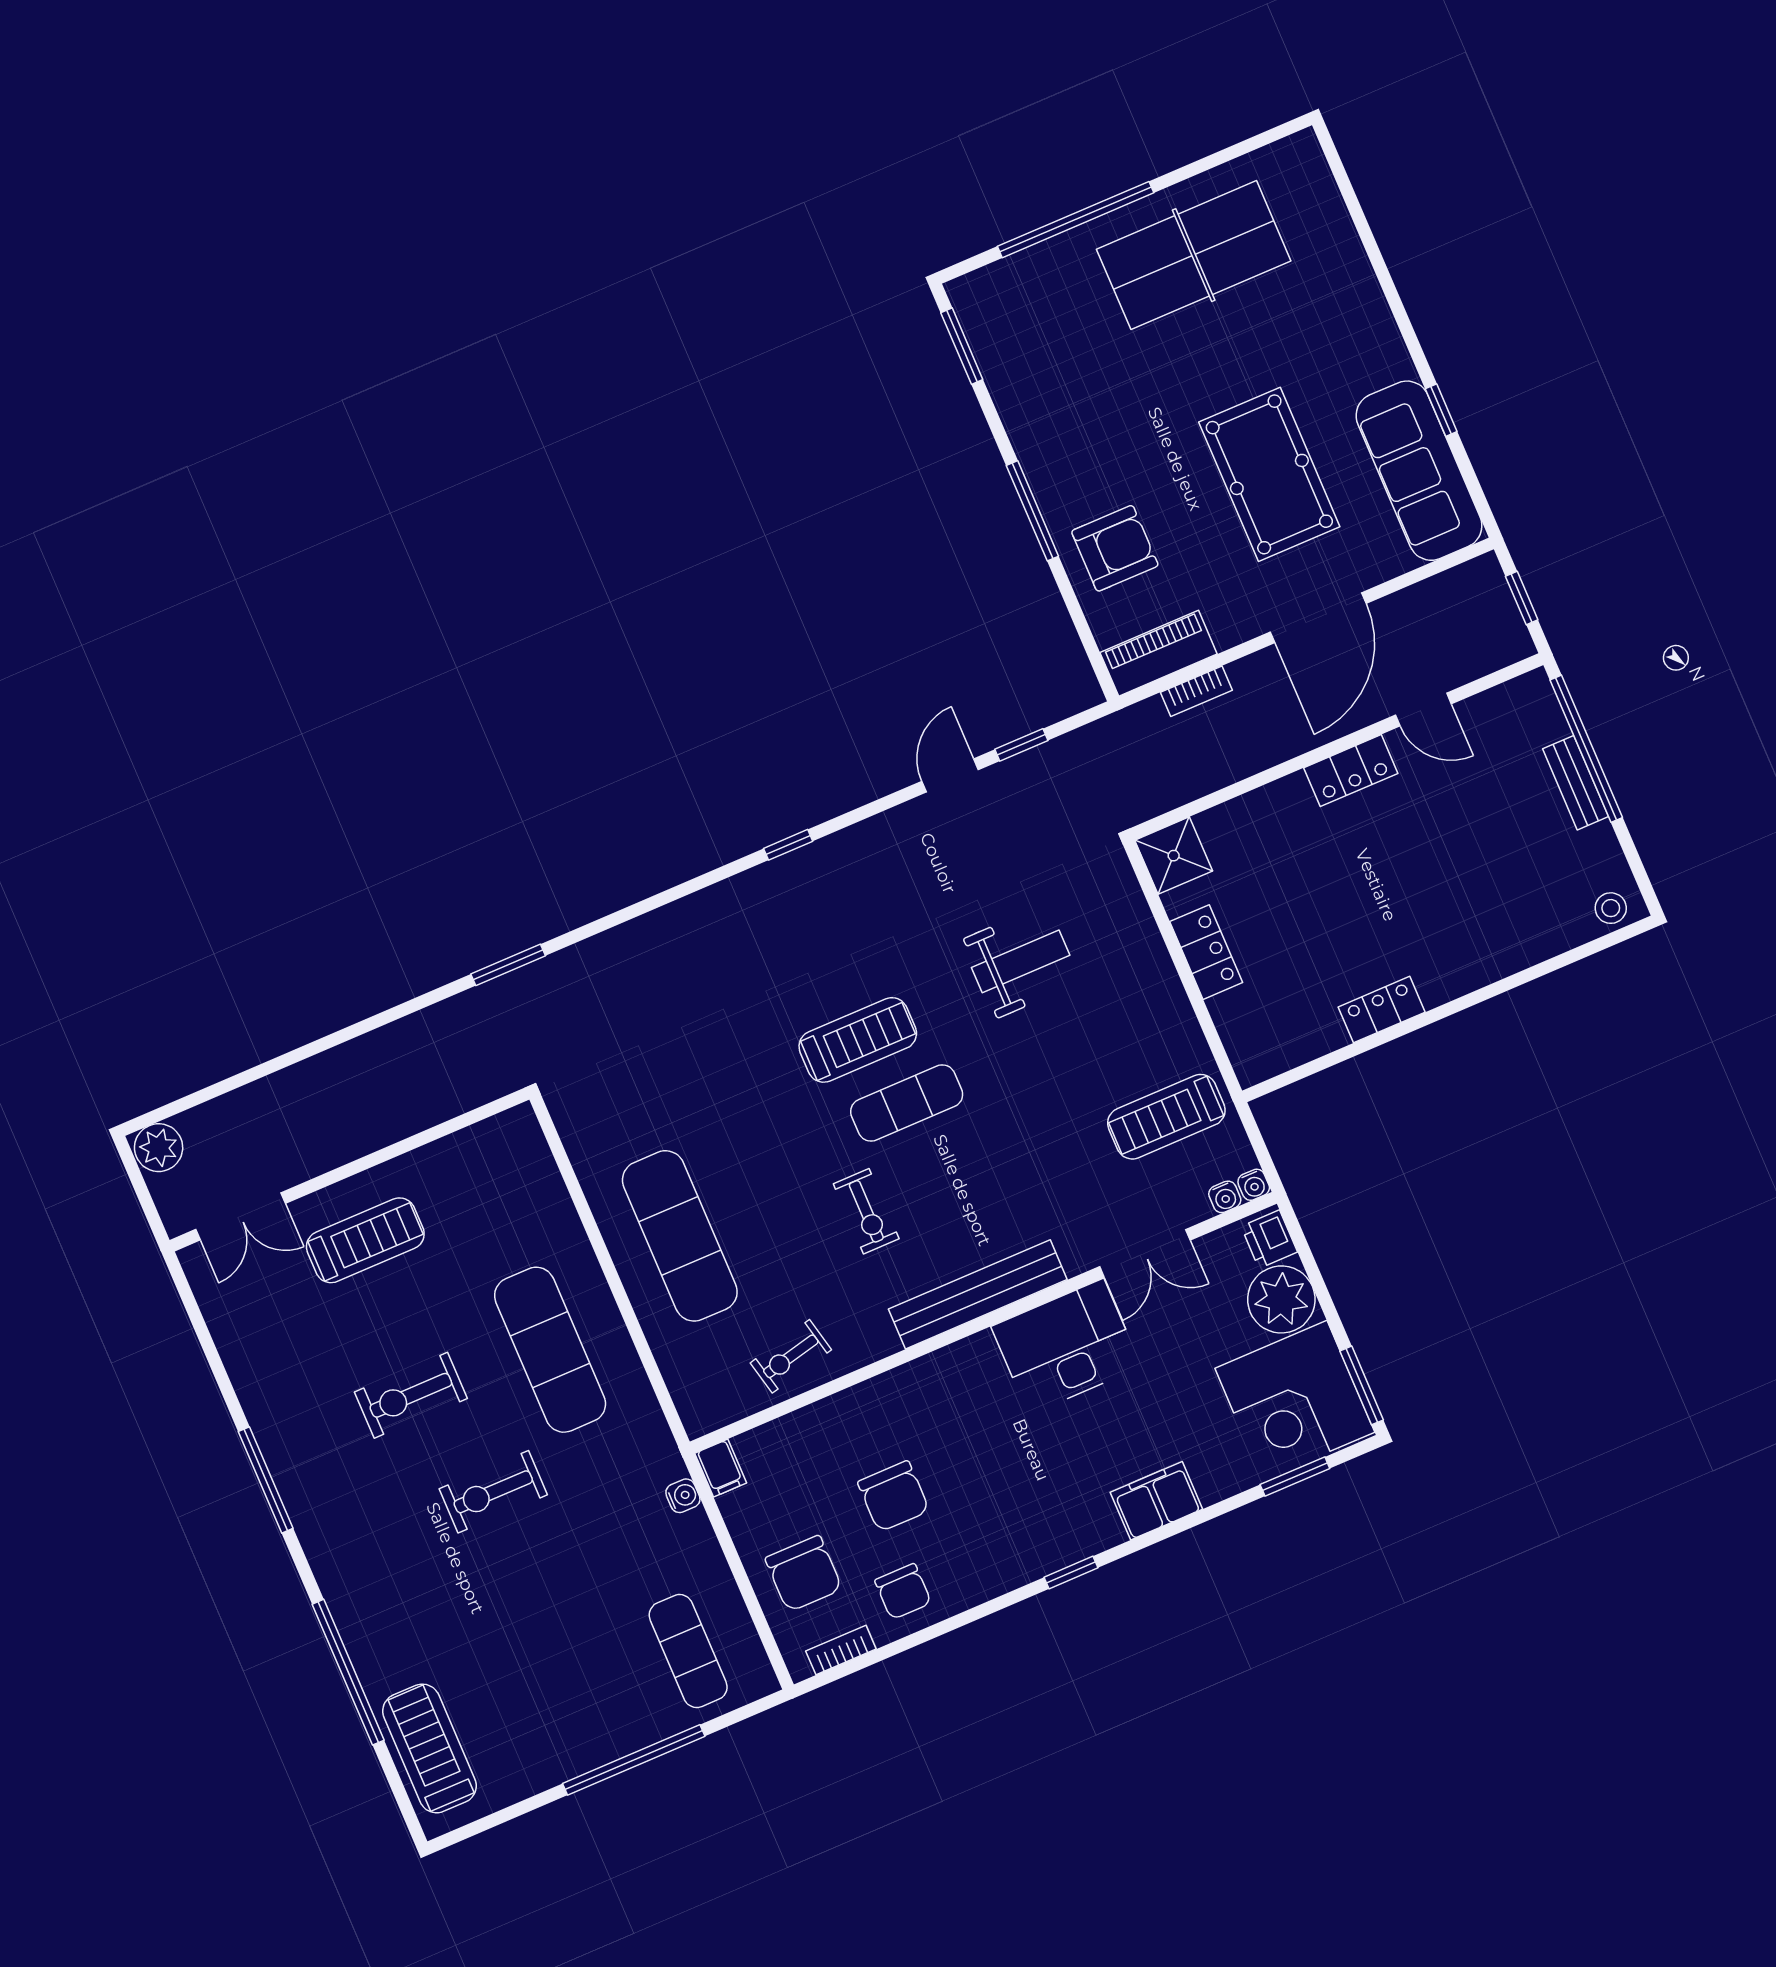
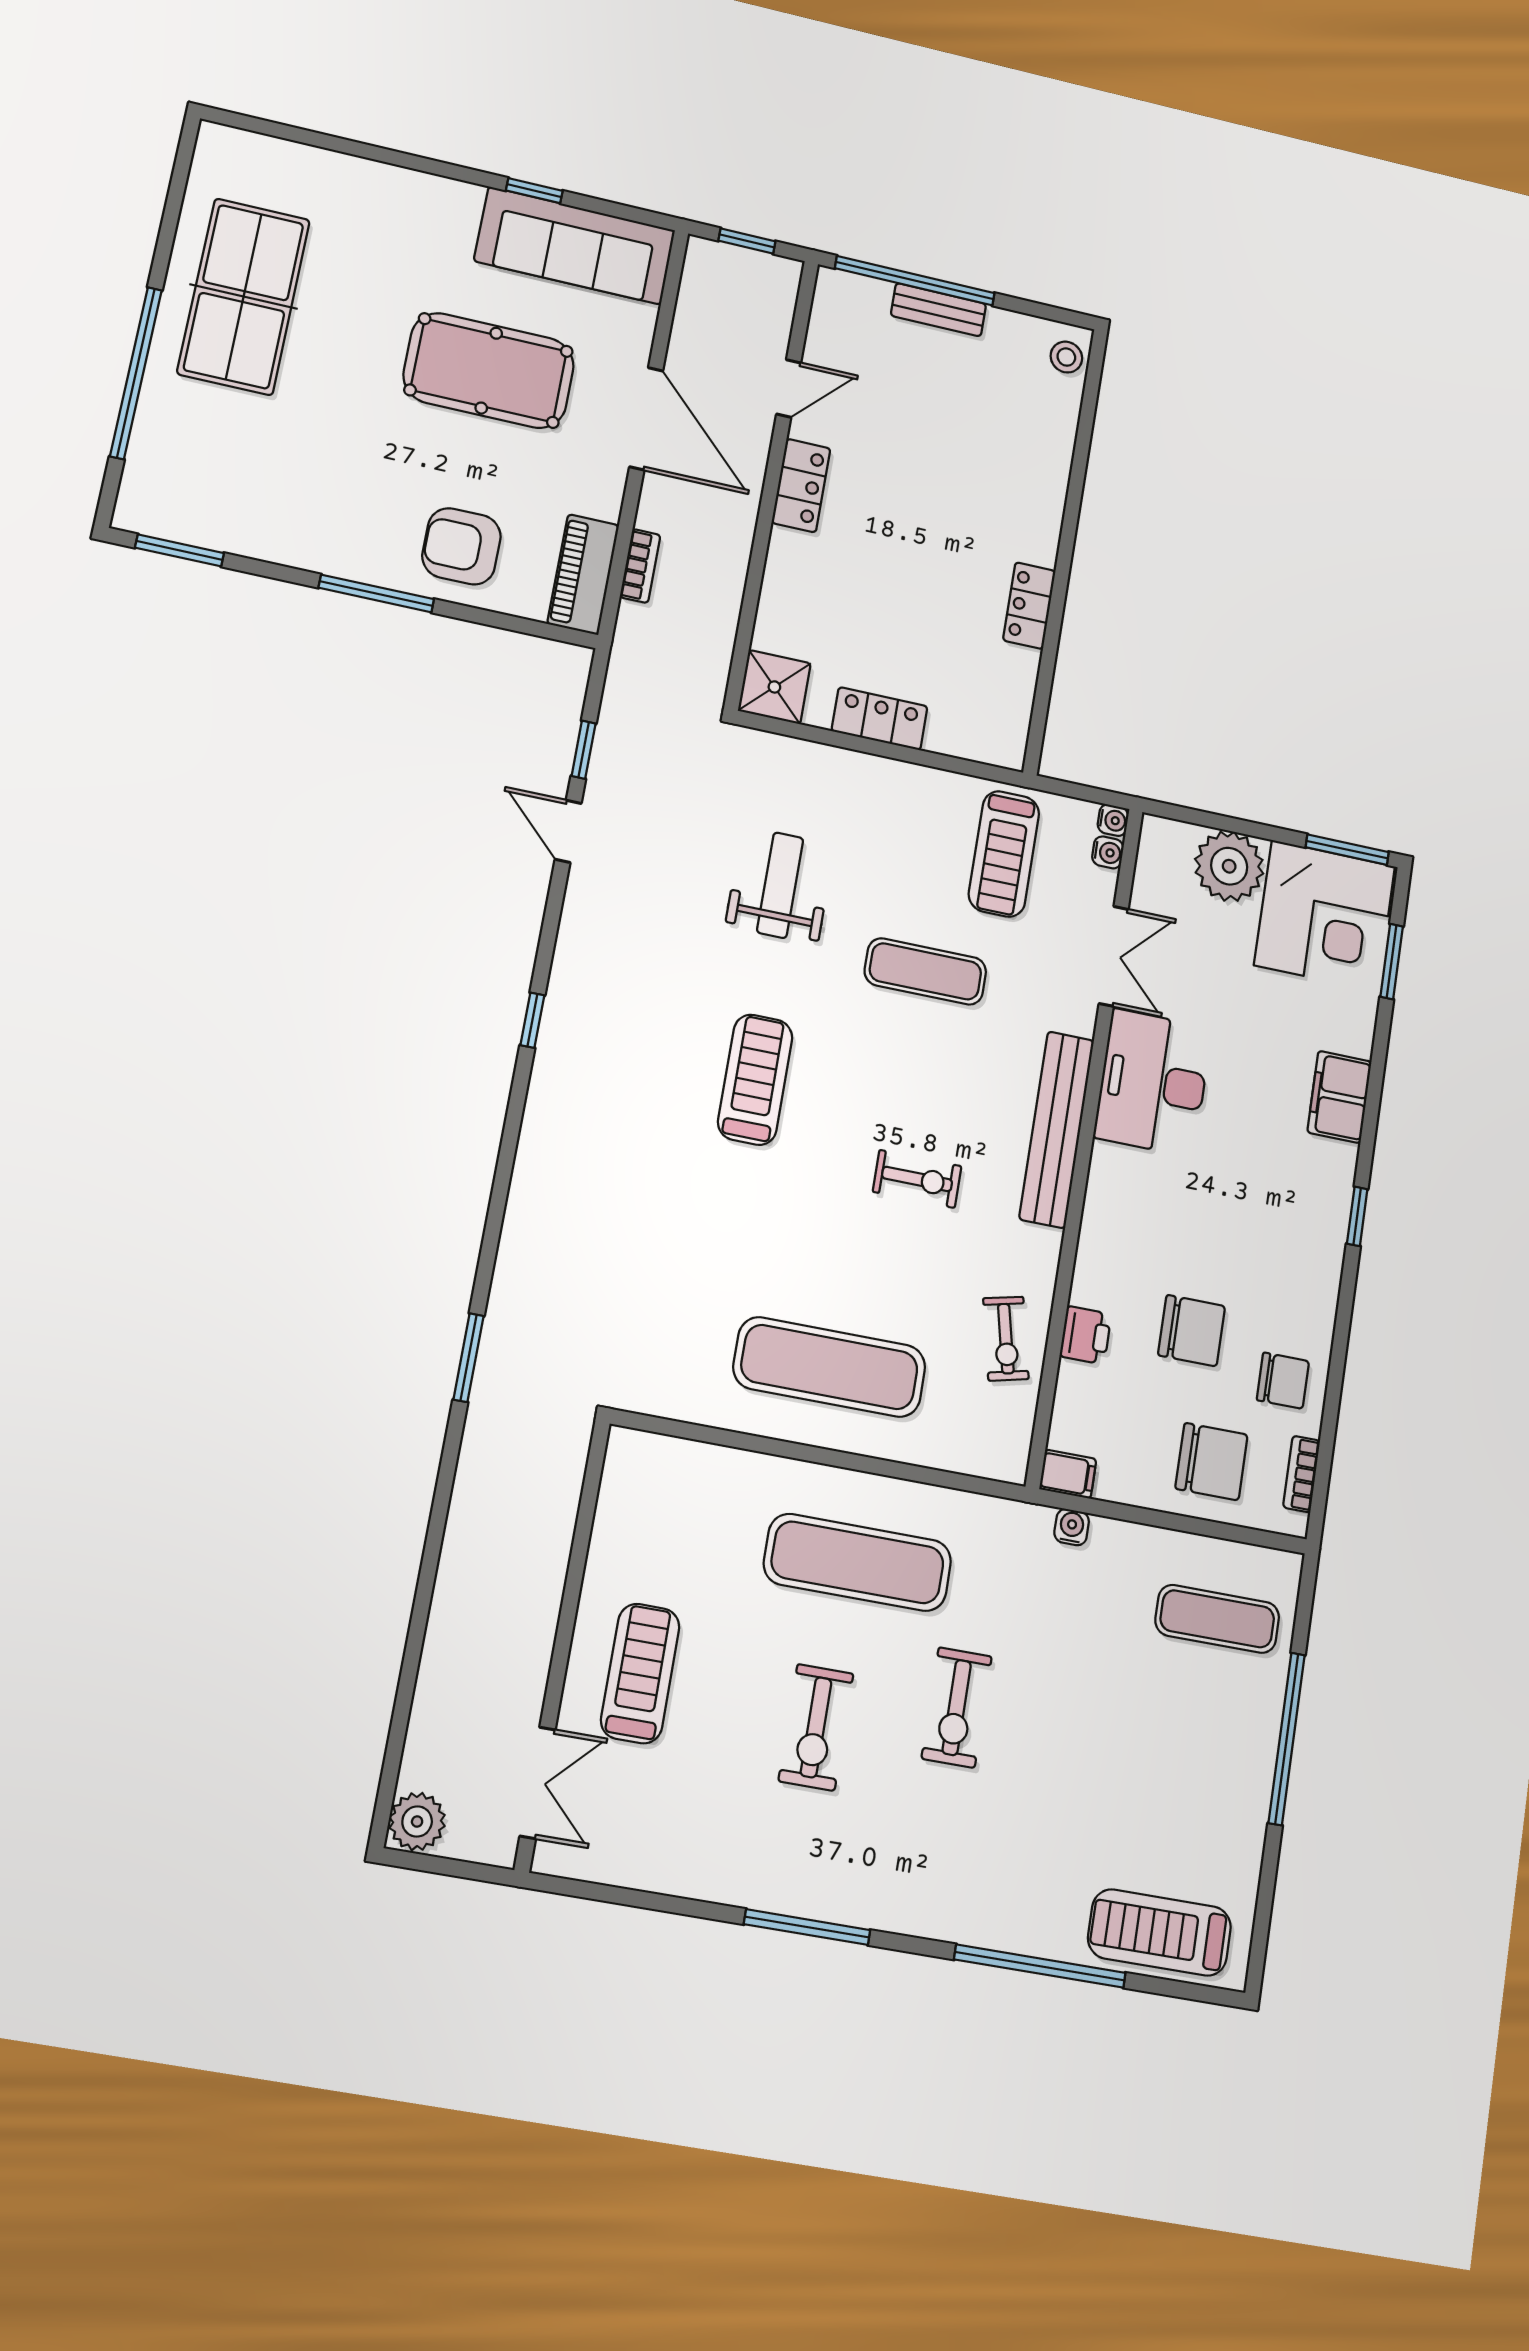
armchair: (1115, 548) -> (461, 546), turned -90
exercise mat: (907, 1103) -> (925, 971), moved, turned 90
printer: (1269, 1239) -> (1086, 1335), moved, turned -90

